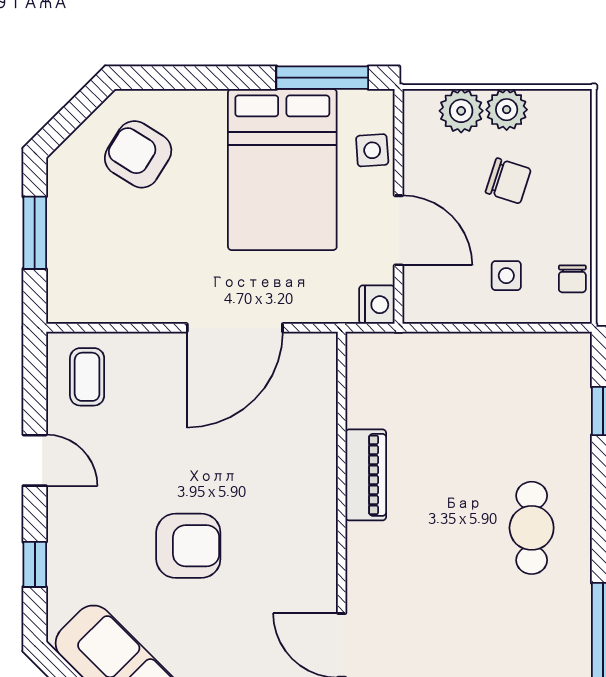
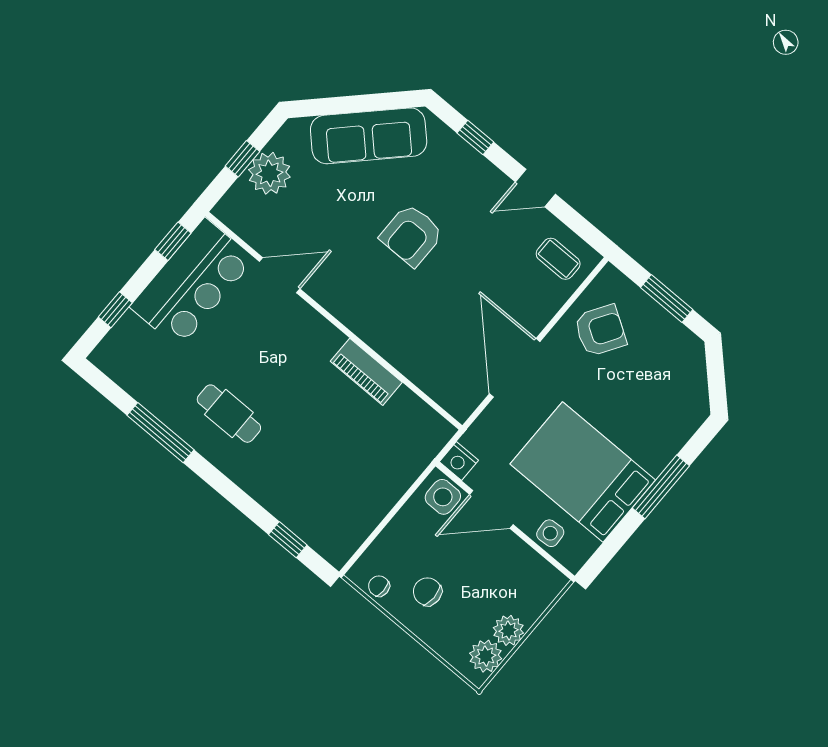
window: (322, 78) -> (661, 487), moved
plant: (461, 111) -> (486, 656), moved
armchair: (138, 154) -> (600, 331), moved
chair: (508, 181) -> (427, 592), moved, turned 72
side table: (506, 276) -> (443, 497), moved, width x1.37, depth x1.37
cafe table: (532, 528) -> (229, 414), moved

